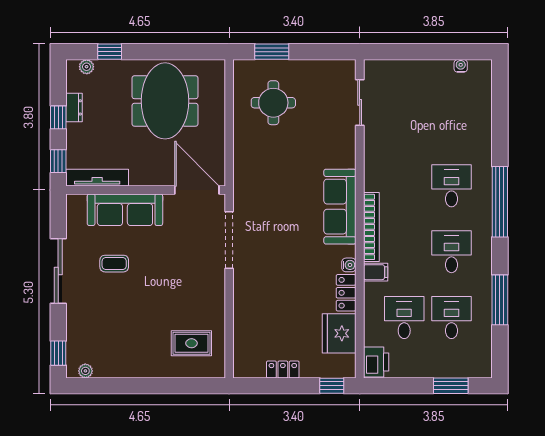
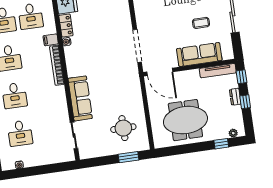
meeting table: (165, 101) -> (185, 120), turned 90
dresser: (74, 107) -> (235, 97), moved
desk: (451, 120) -> (20, 133), added
sofa: (340, 207) -> (80, 98), moved

